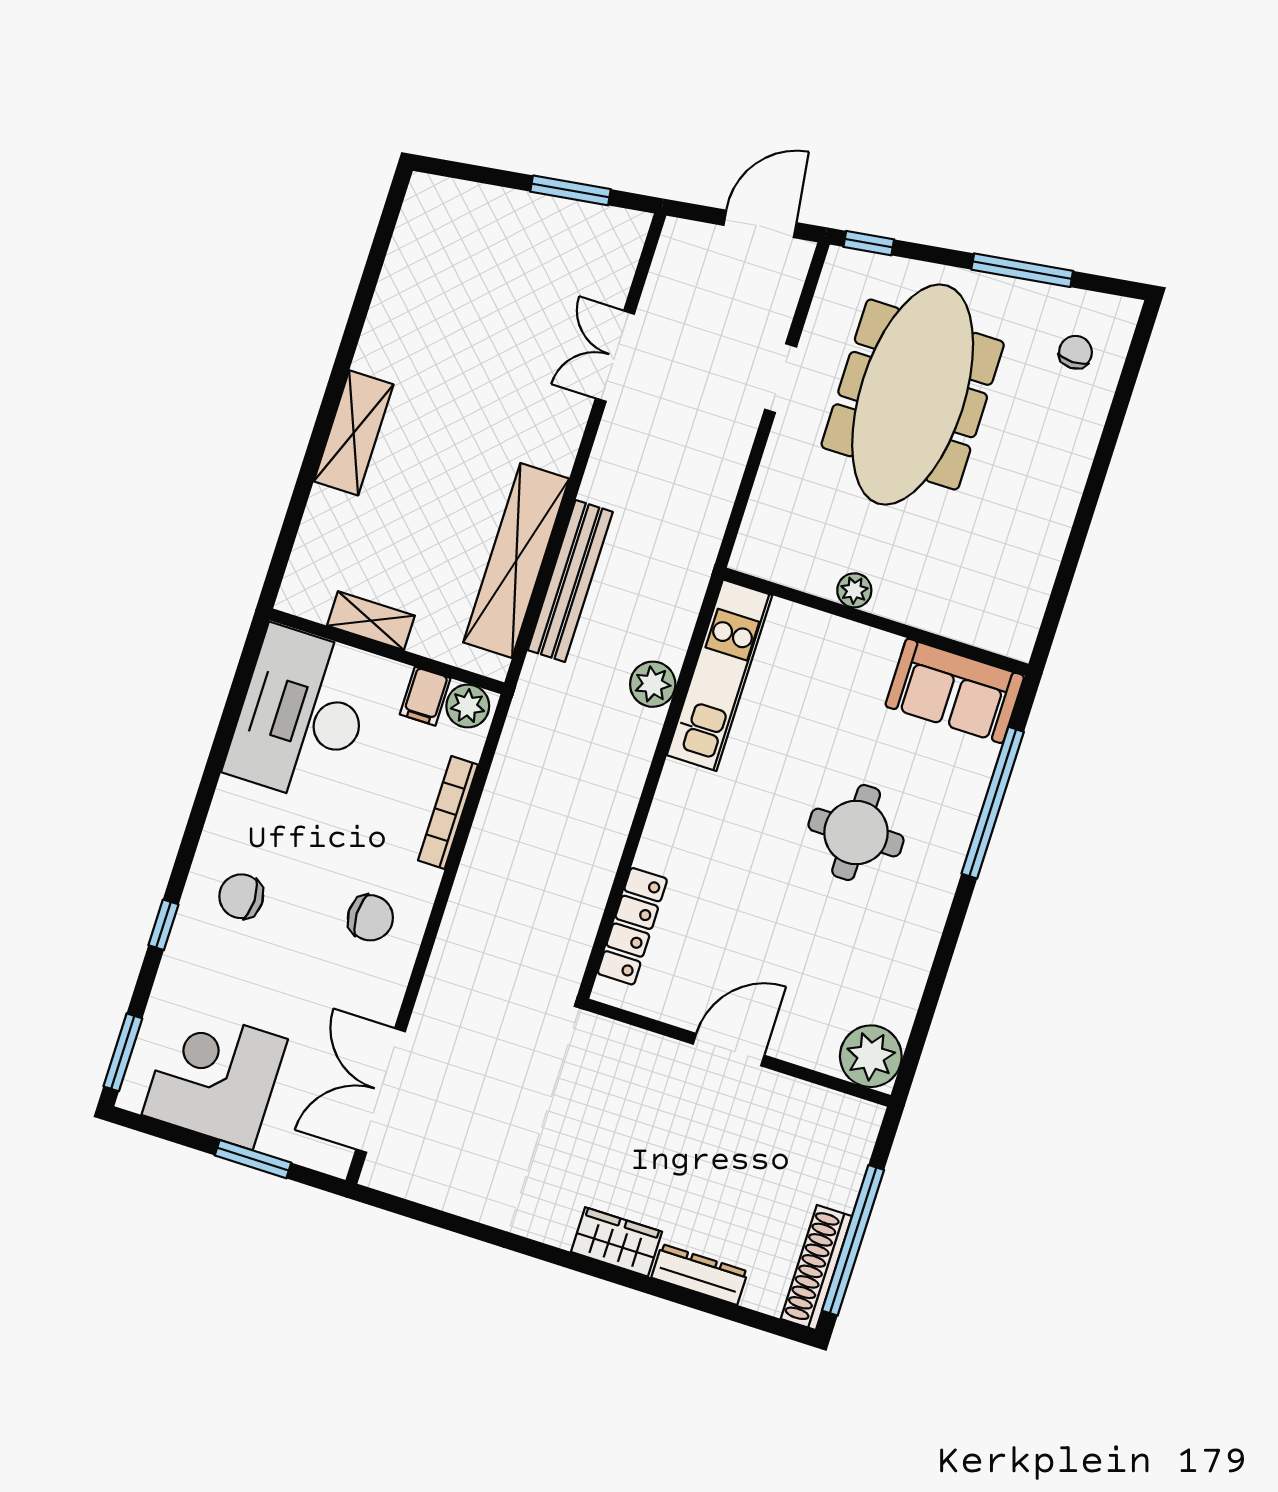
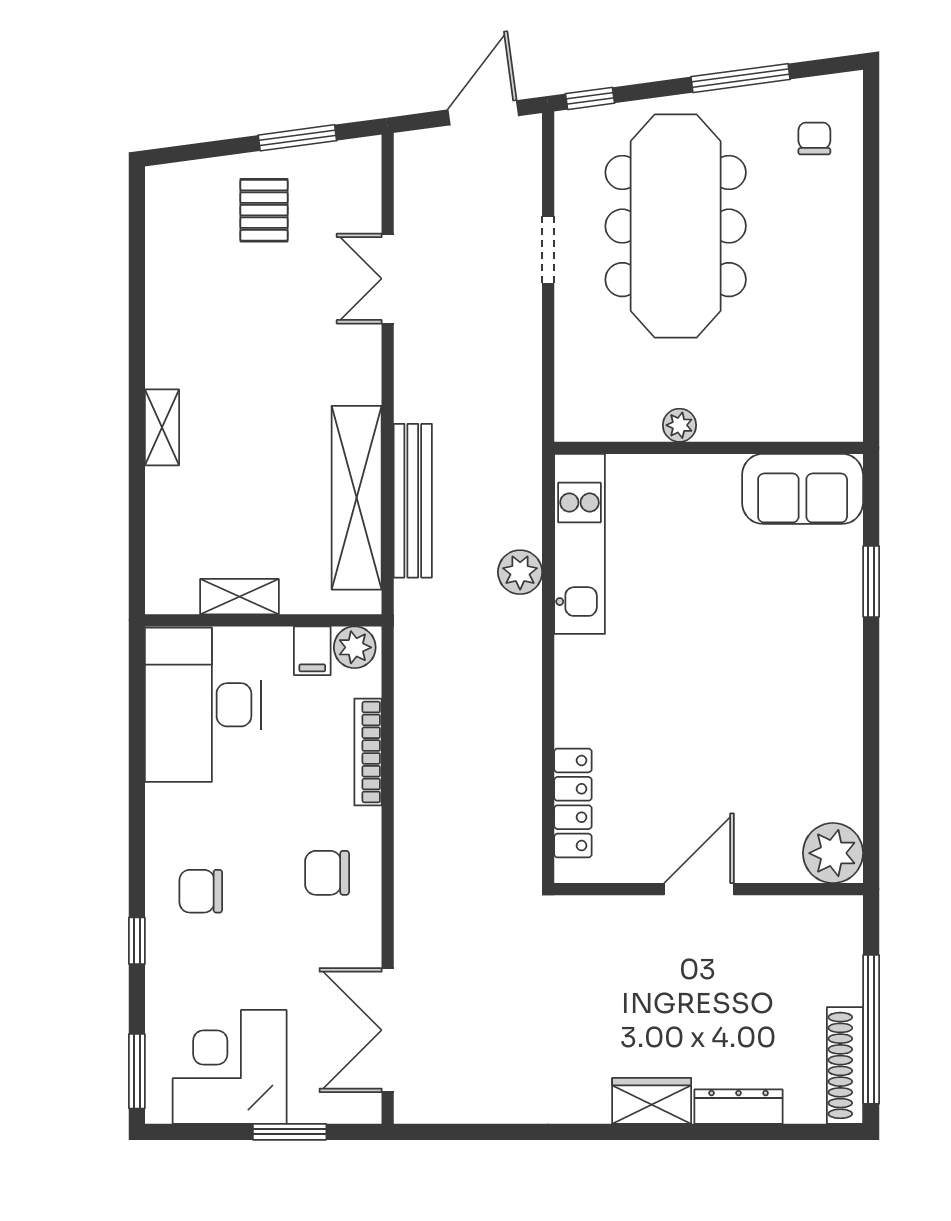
pallet: (515, 251) -> (264, 210), added
shelving: (354, 433) -> (162, 427), width x0.67, depth x0.75
window: (993, 803) -> (871, 581), width x0.47
round table: (856, 833) -> (753, 650), removed
chair: (370, 918) -> (327, 873), turned 180

